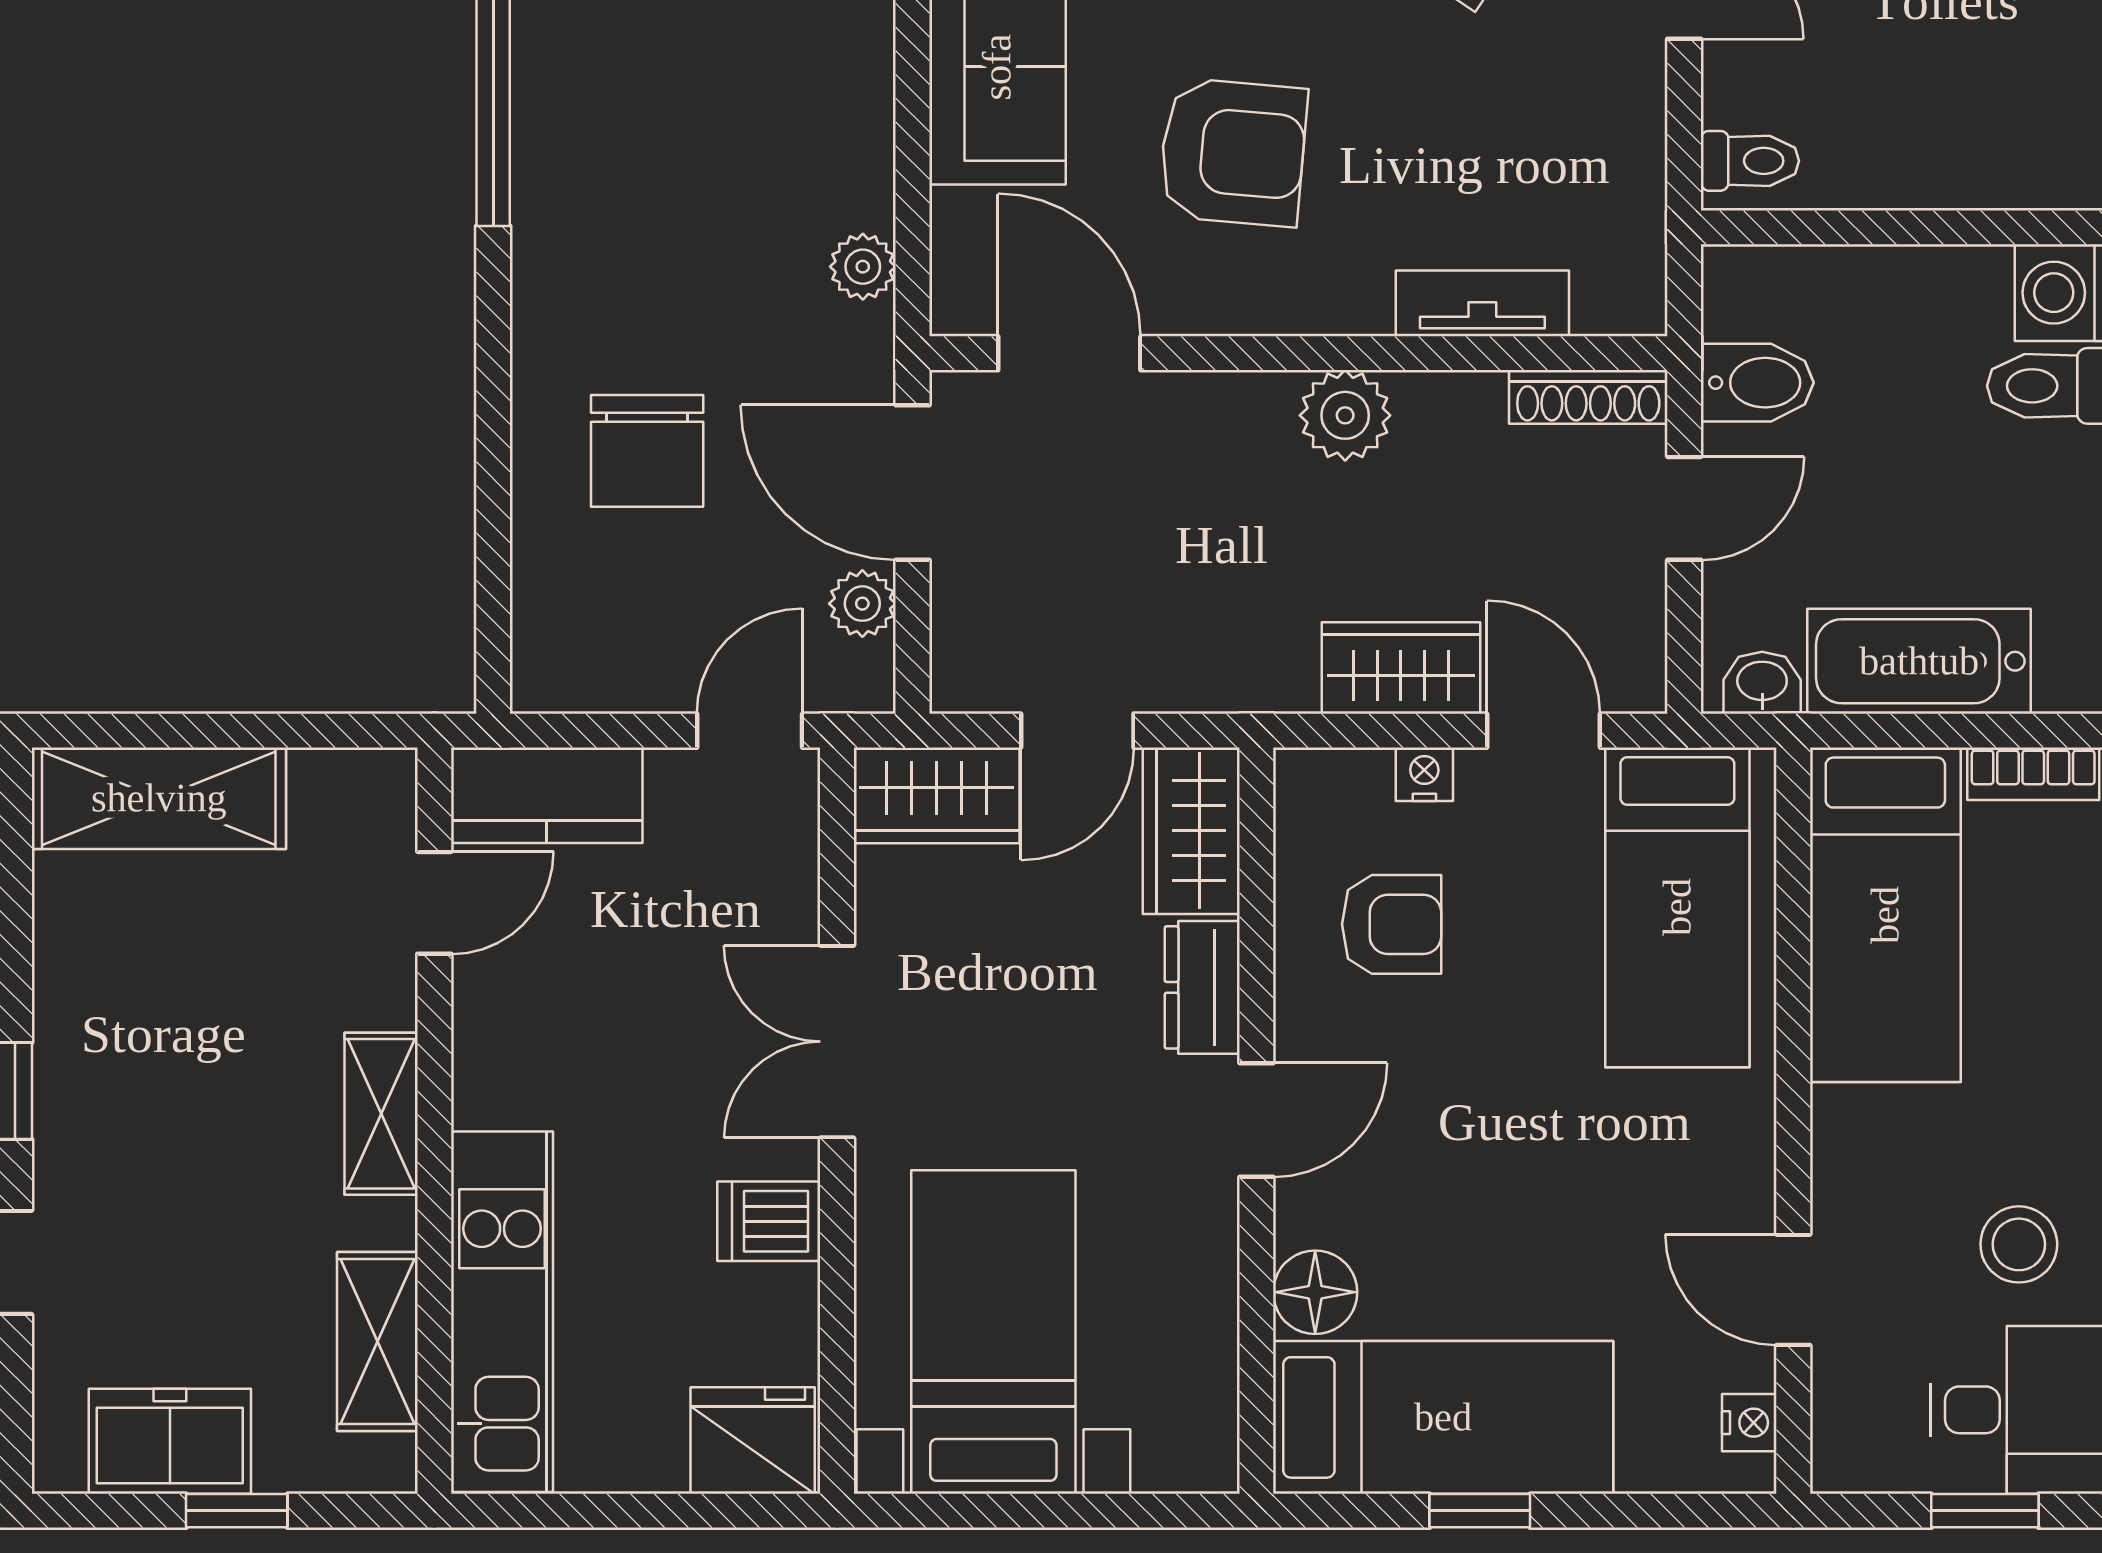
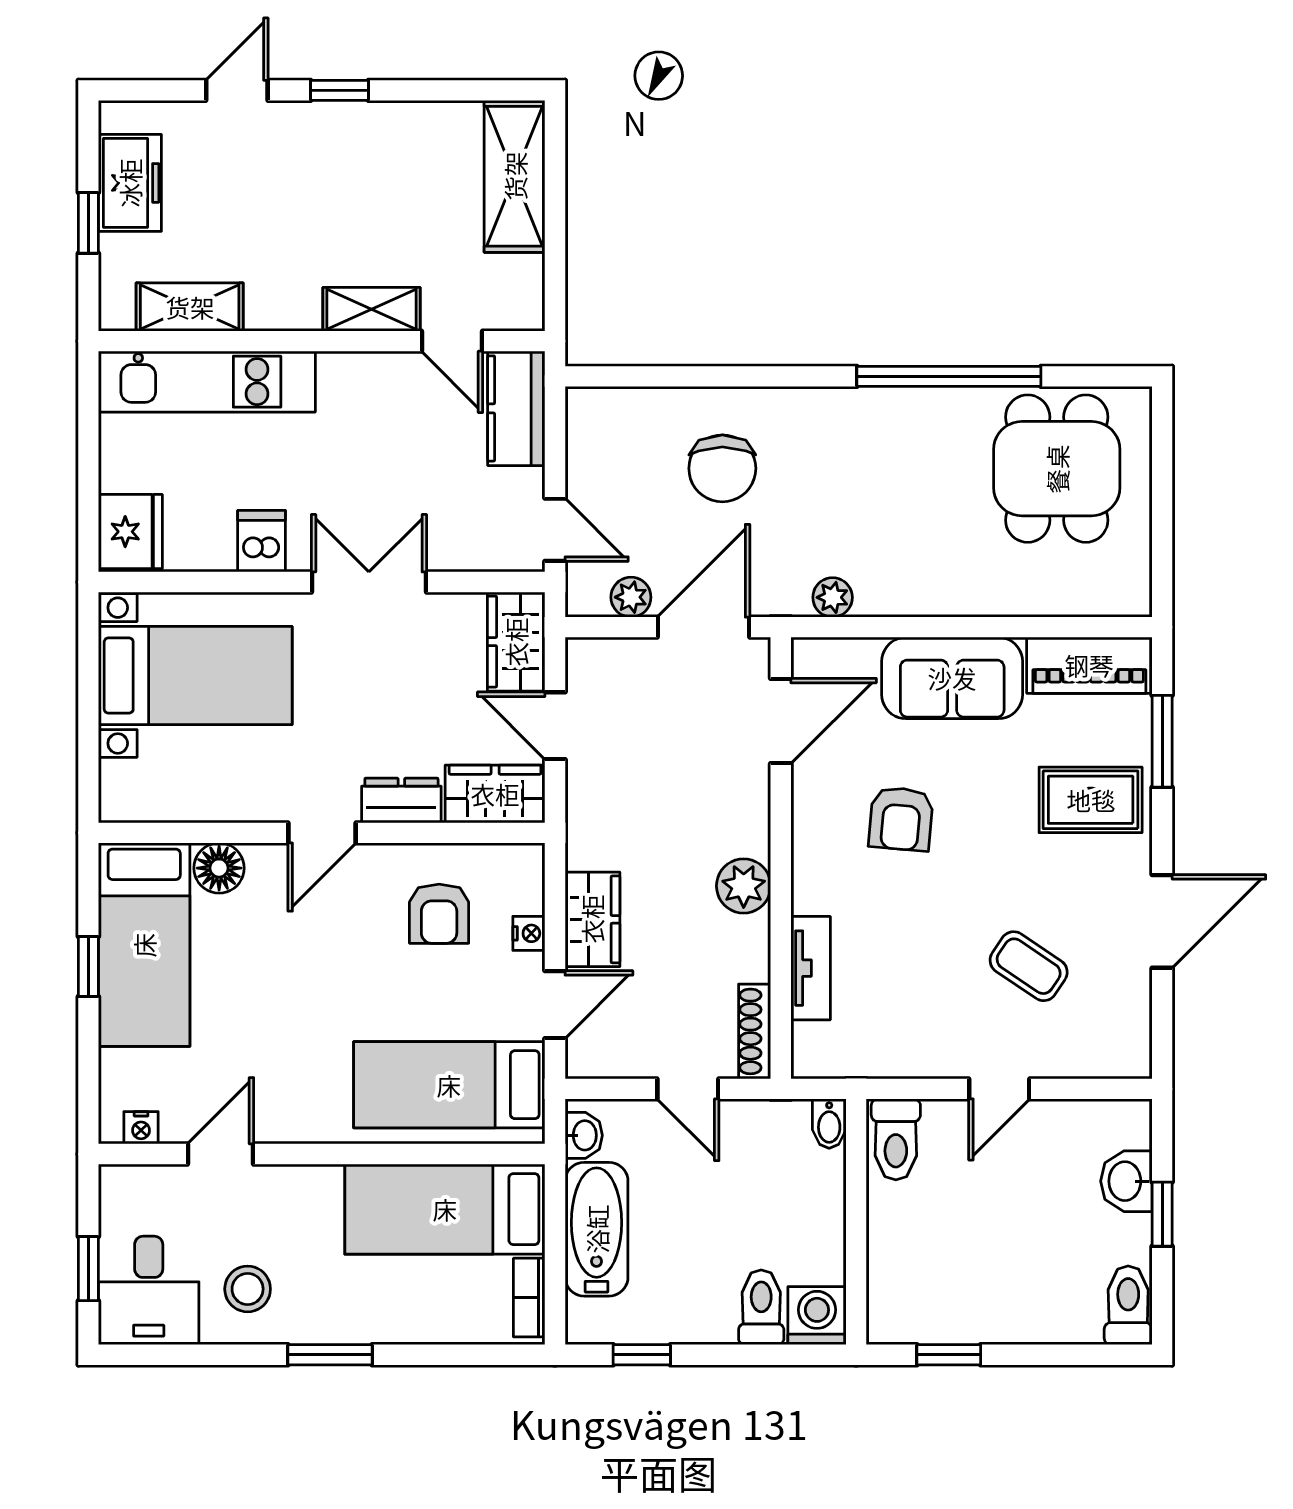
armchair: (1233, 152) -> (901, 819), width x0.72, depth x0.72
toilet: (1750, 161) -> (896, 1139), width x1.37, depth x1.39
bidet: (1757, 383) -> (829, 1124), moved, width x0.72, depth x0.74
chair: (647, 451) -> (722, 468), turned -90
shelving: (381, 1114) -> (371, 309), moved
door: (1256, 1120) -> (322, 833), hinge flipped

